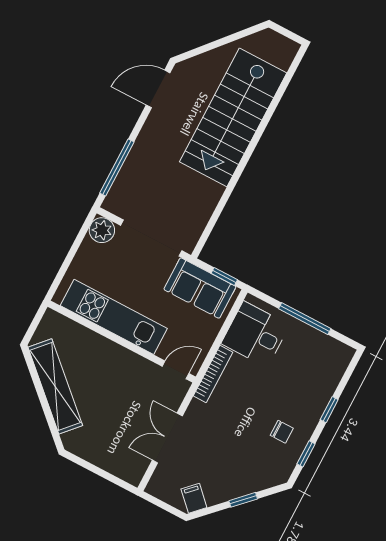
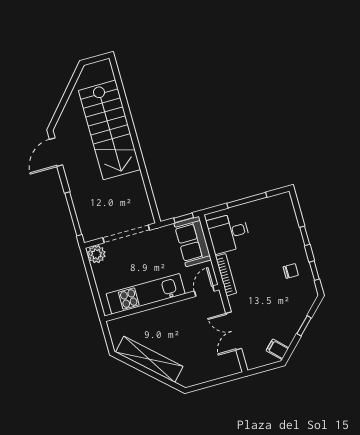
sofa: (200, 288) -> (193, 242), moved, turned 90

